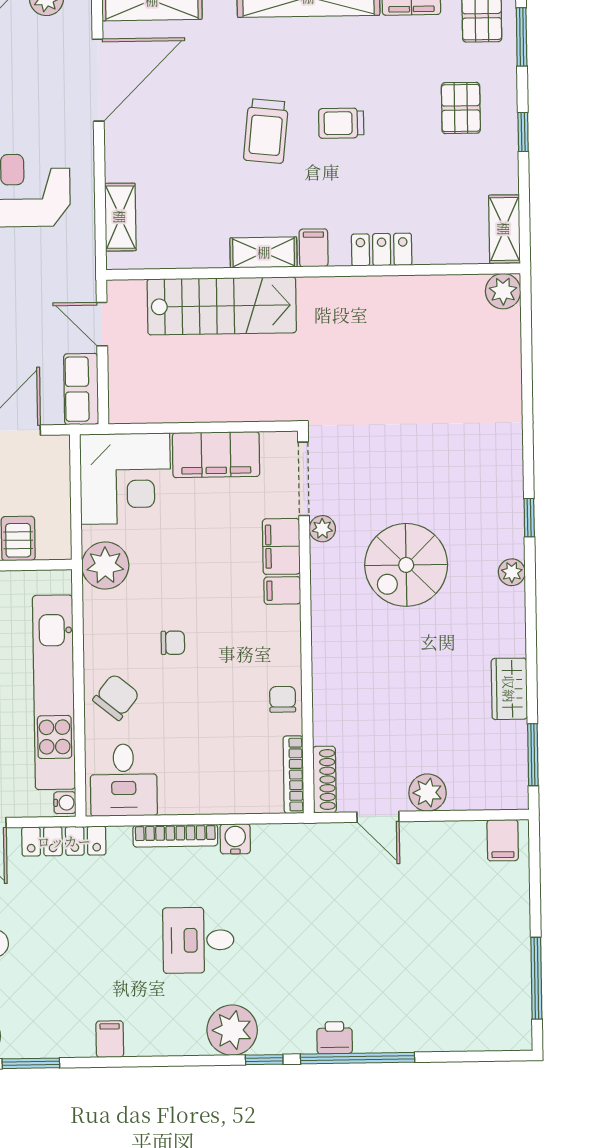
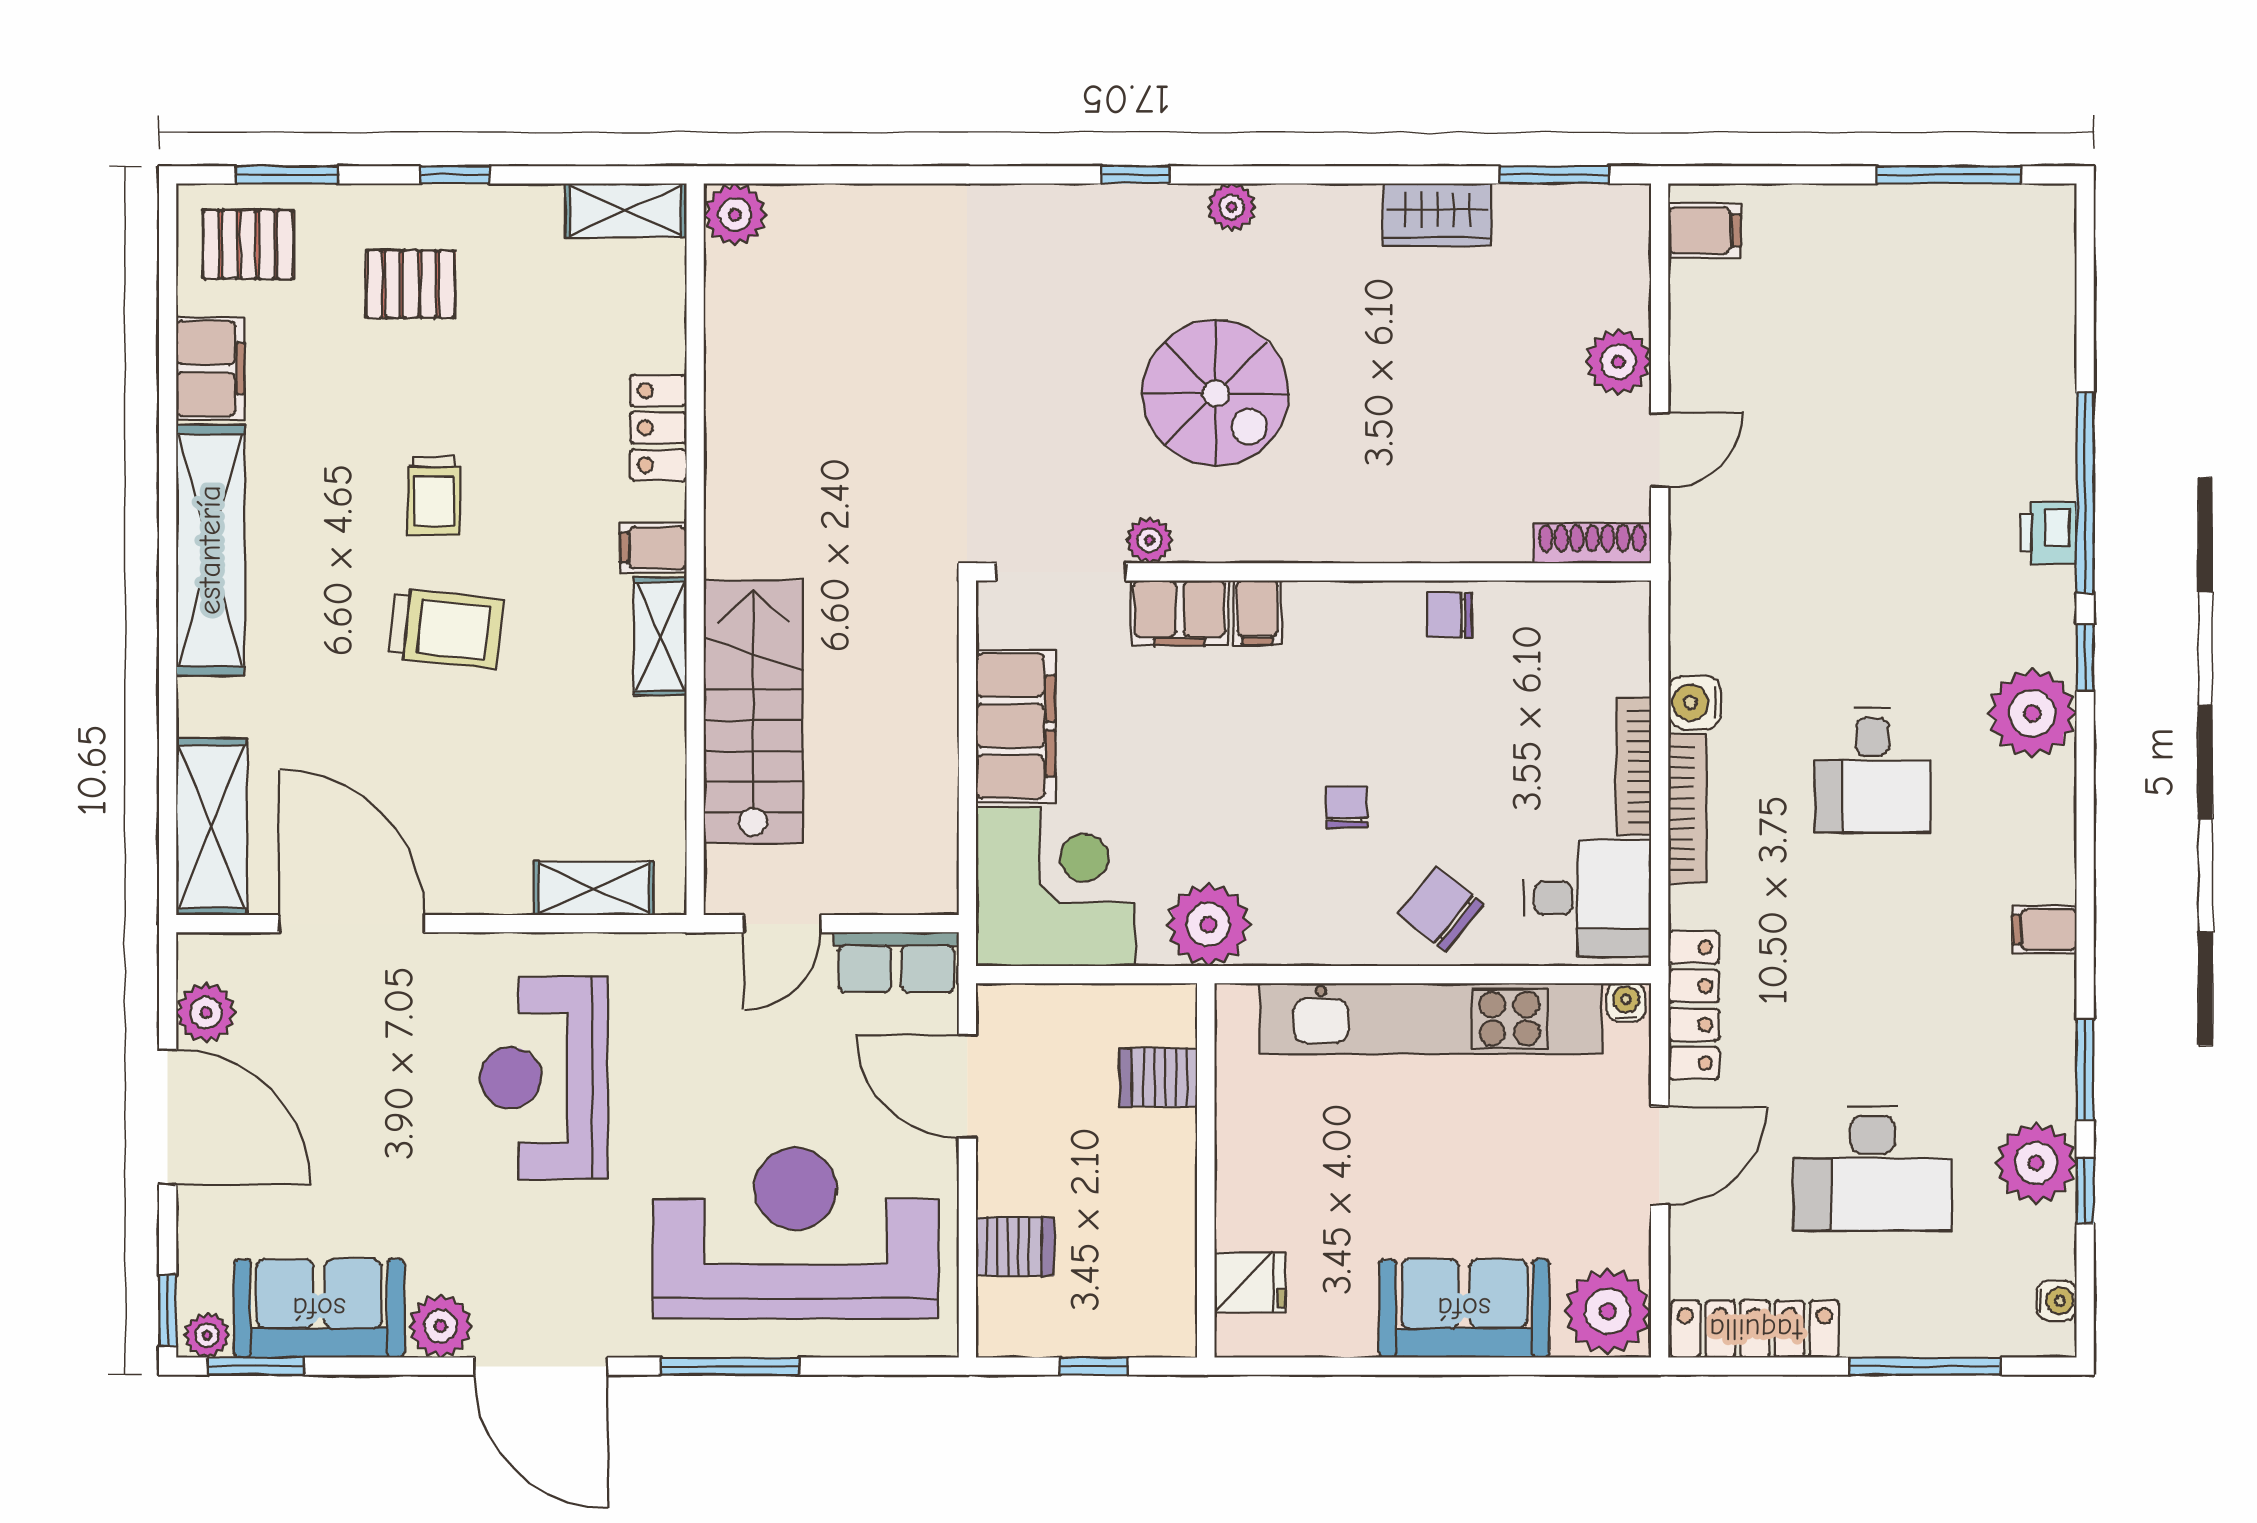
bookcase: (294, 775) -> (1634, 766), moved, turned 90

